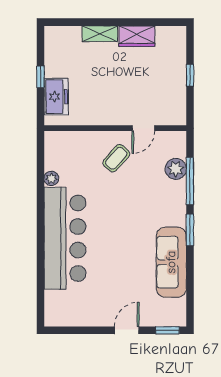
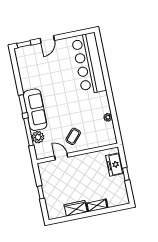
door: (143, 128) -> (61, 157), hinge flipped
bar counter: (65, 238) -> (89, 64), moved
sofa: (171, 262) -> (35, 110), moved

